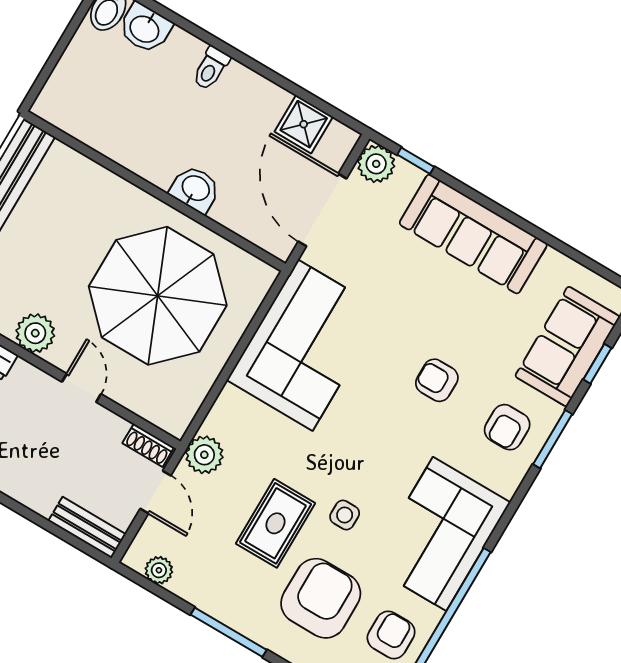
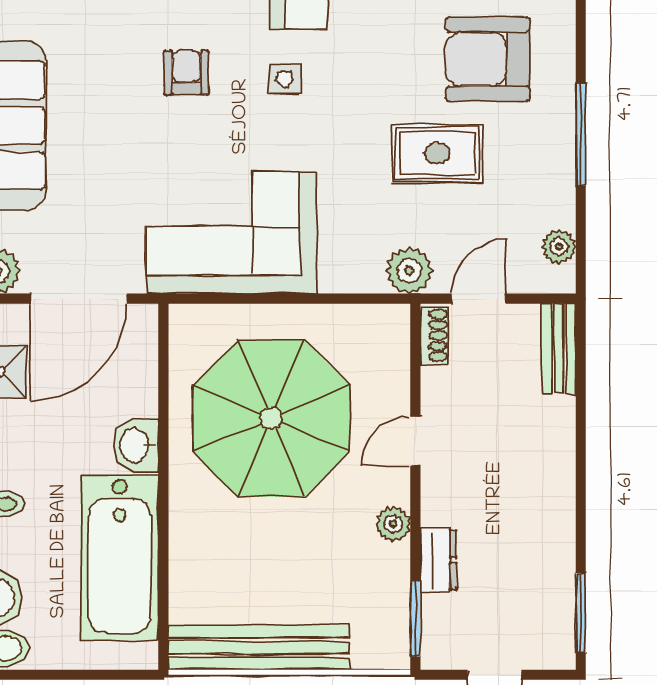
bathtub: (123, 131) -> (119, 558), added
plant: (35, 333) -> (393, 524), width x0.73, depth x0.73
armchair: (437, 380) -> (187, 73), turned 180
side table: (345, 515) -> (285, 79), moved

